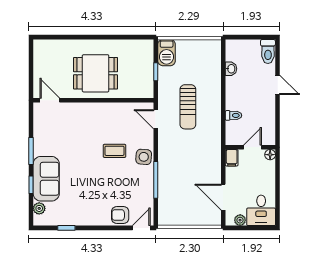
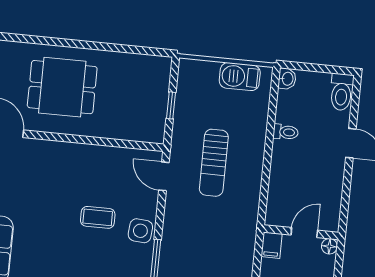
barbecue: (167, 53) -> (240, 77), moved, turned 90
washbasin: (231, 69) -> (287, 79), moved
dining table: (96, 73) -> (62, 87), moved
toilet: (234, 115) -> (286, 132), moved

